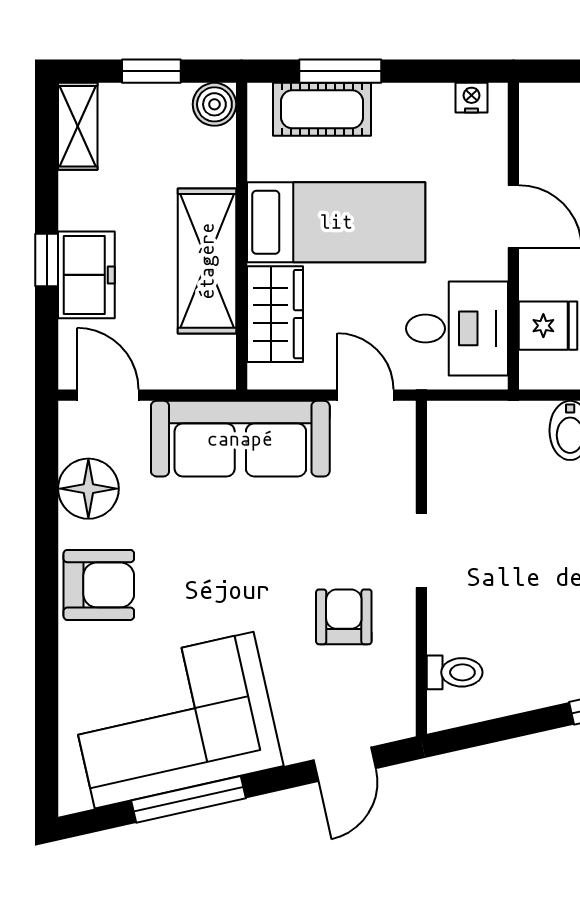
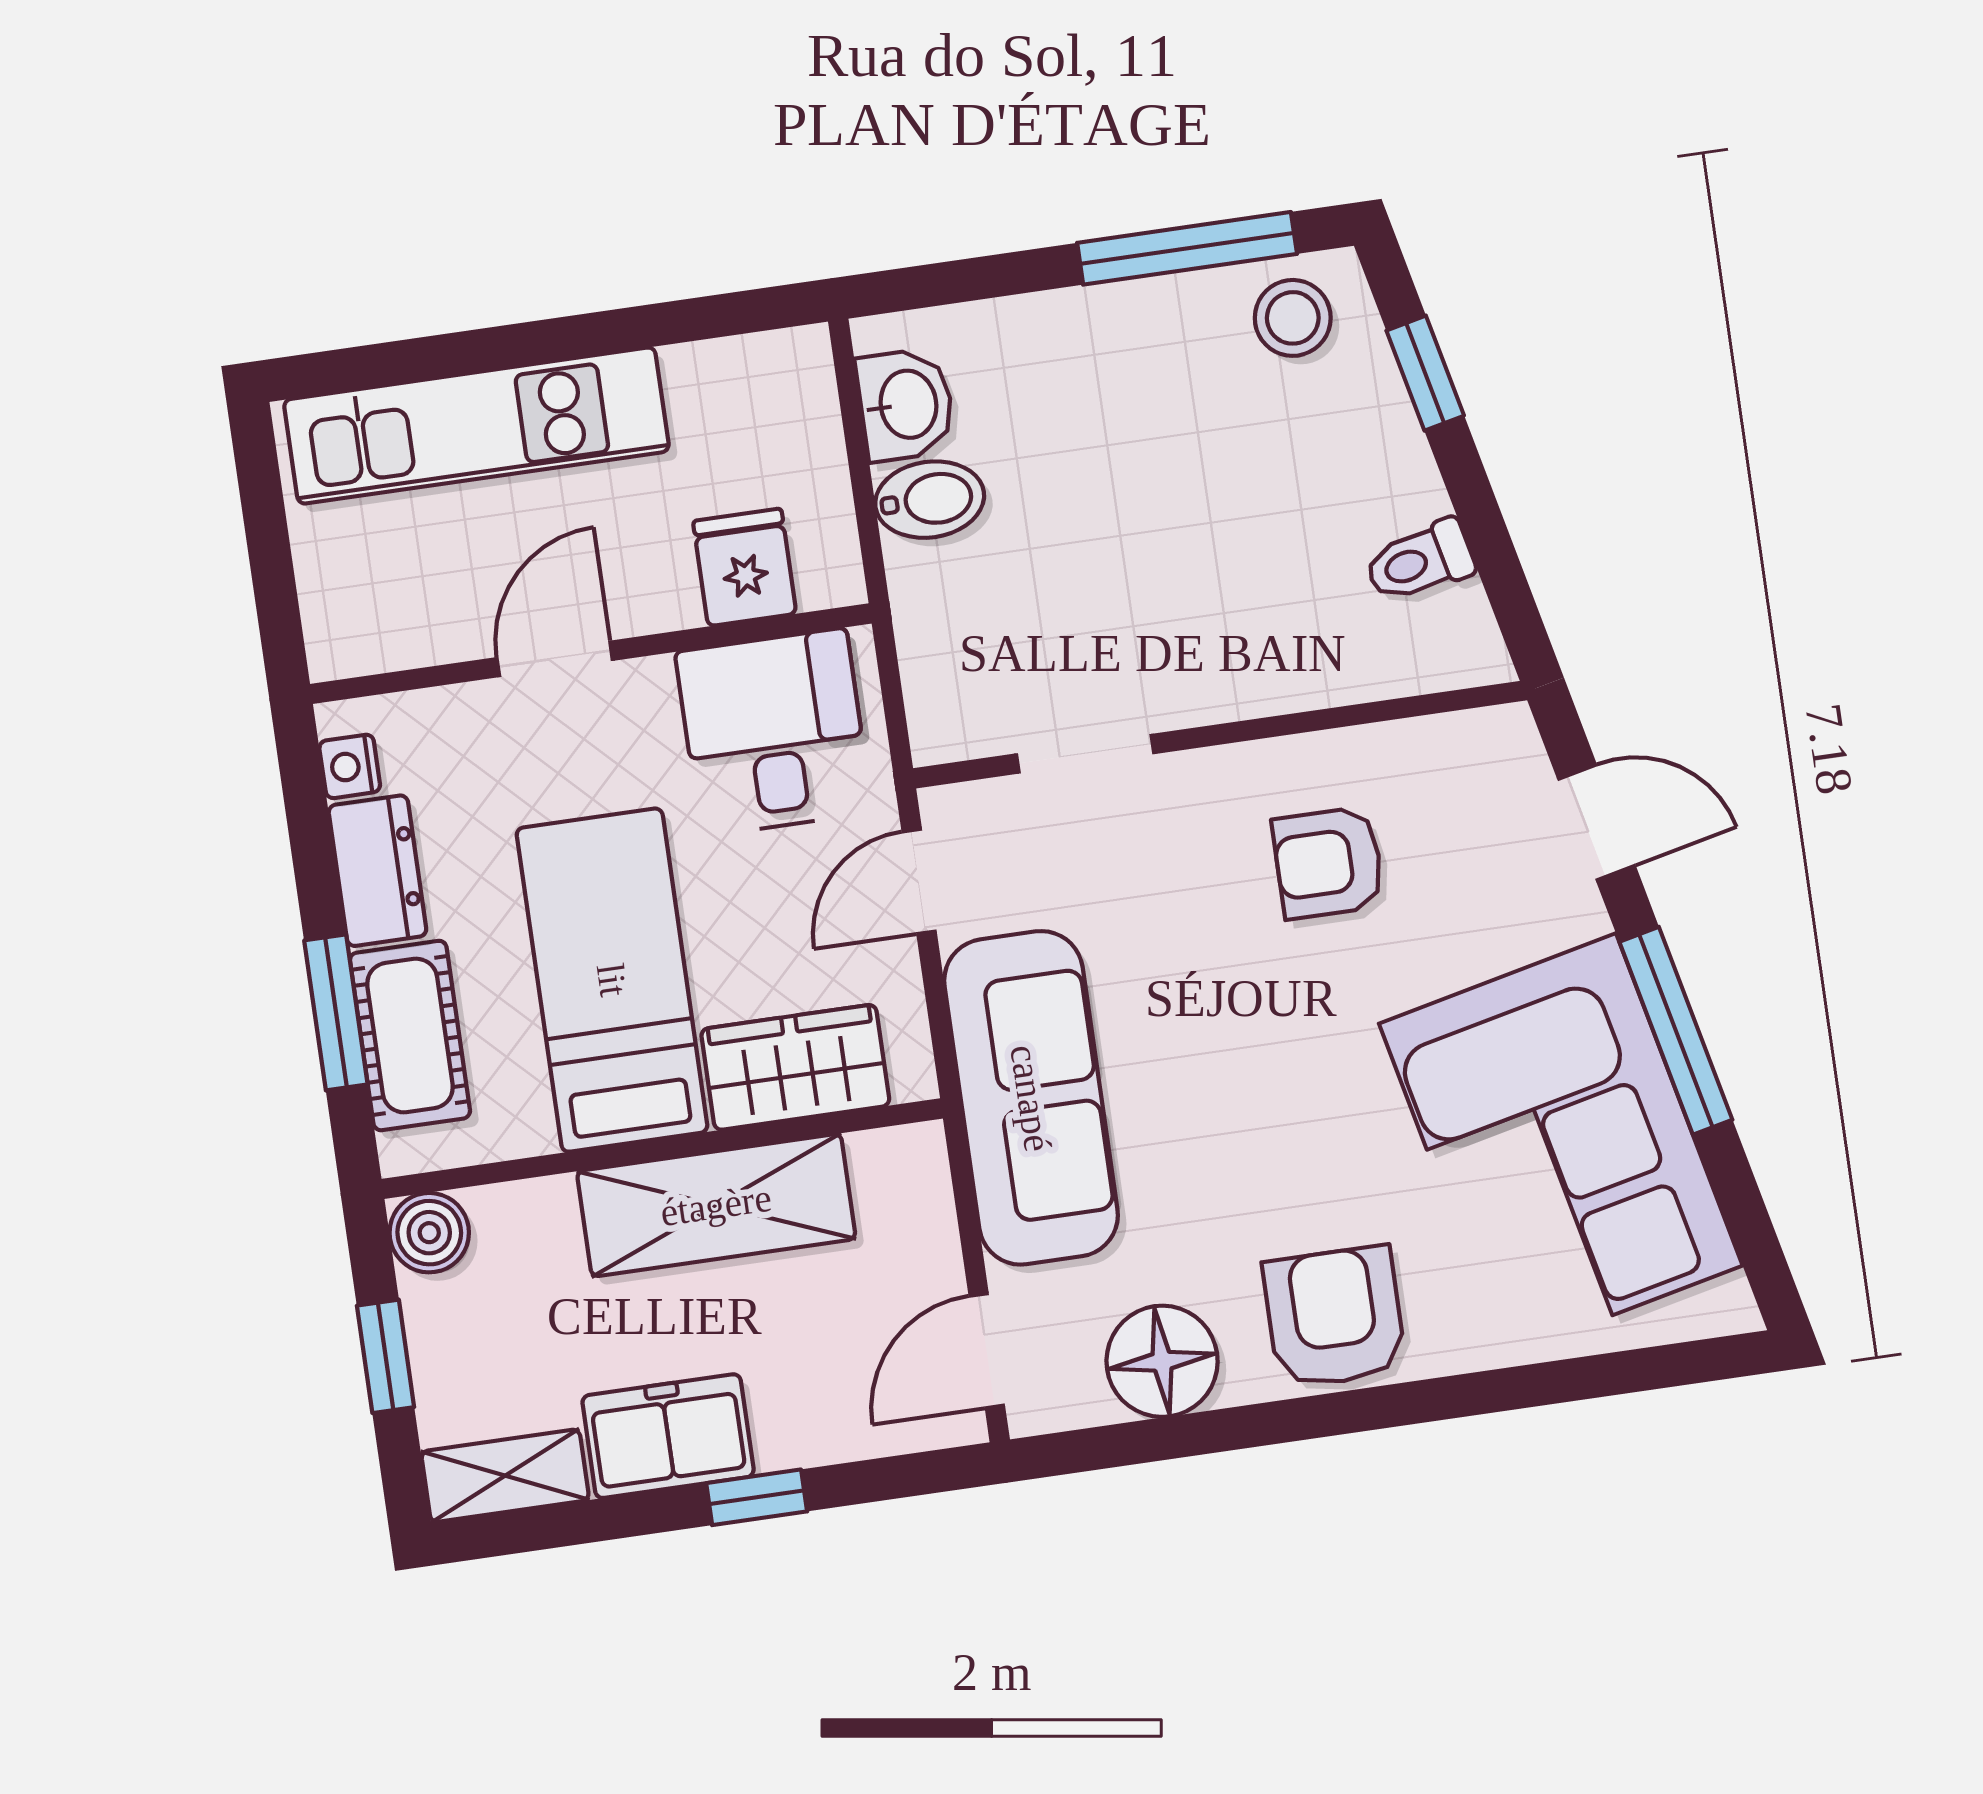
dresser: (413, 105) -> (377, 871), added
freezer: (86, 275) -> (668, 1436), moved
doorway: (421, 550) -> (1085, 754), moved
toilet: (455, 672) -> (1420, 561), moved, turned -103
window: (188, 799) -> (1676, 1031), moved

